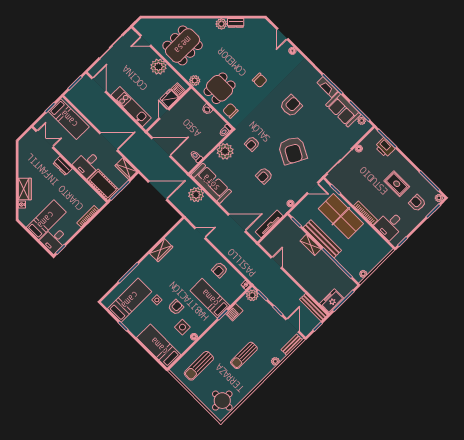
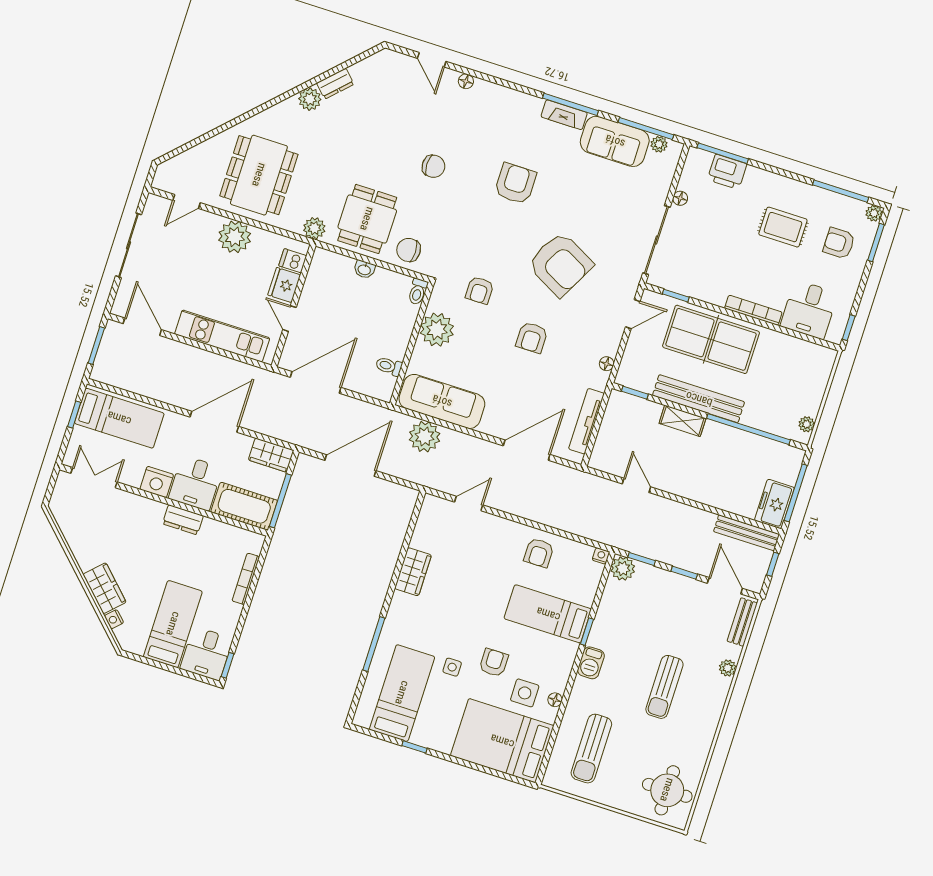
nightstand: (71, 155) -> (157, 482), added
dresser: (63, 166) -> (183, 520), moved
barbecue: (234, 312) -> (591, 663), moved
bed: (159, 346) -> (502, 741), width x1.50

